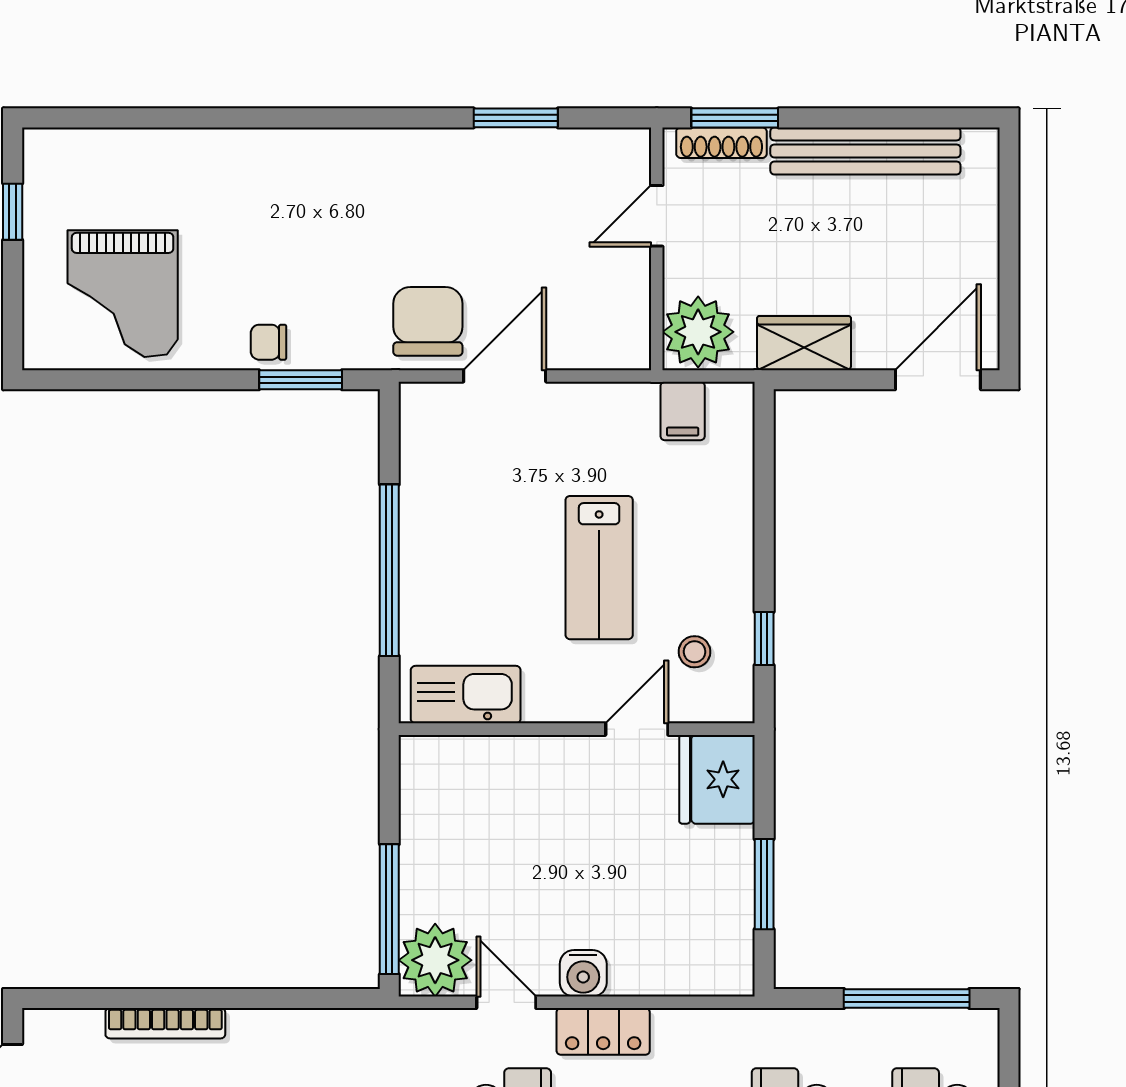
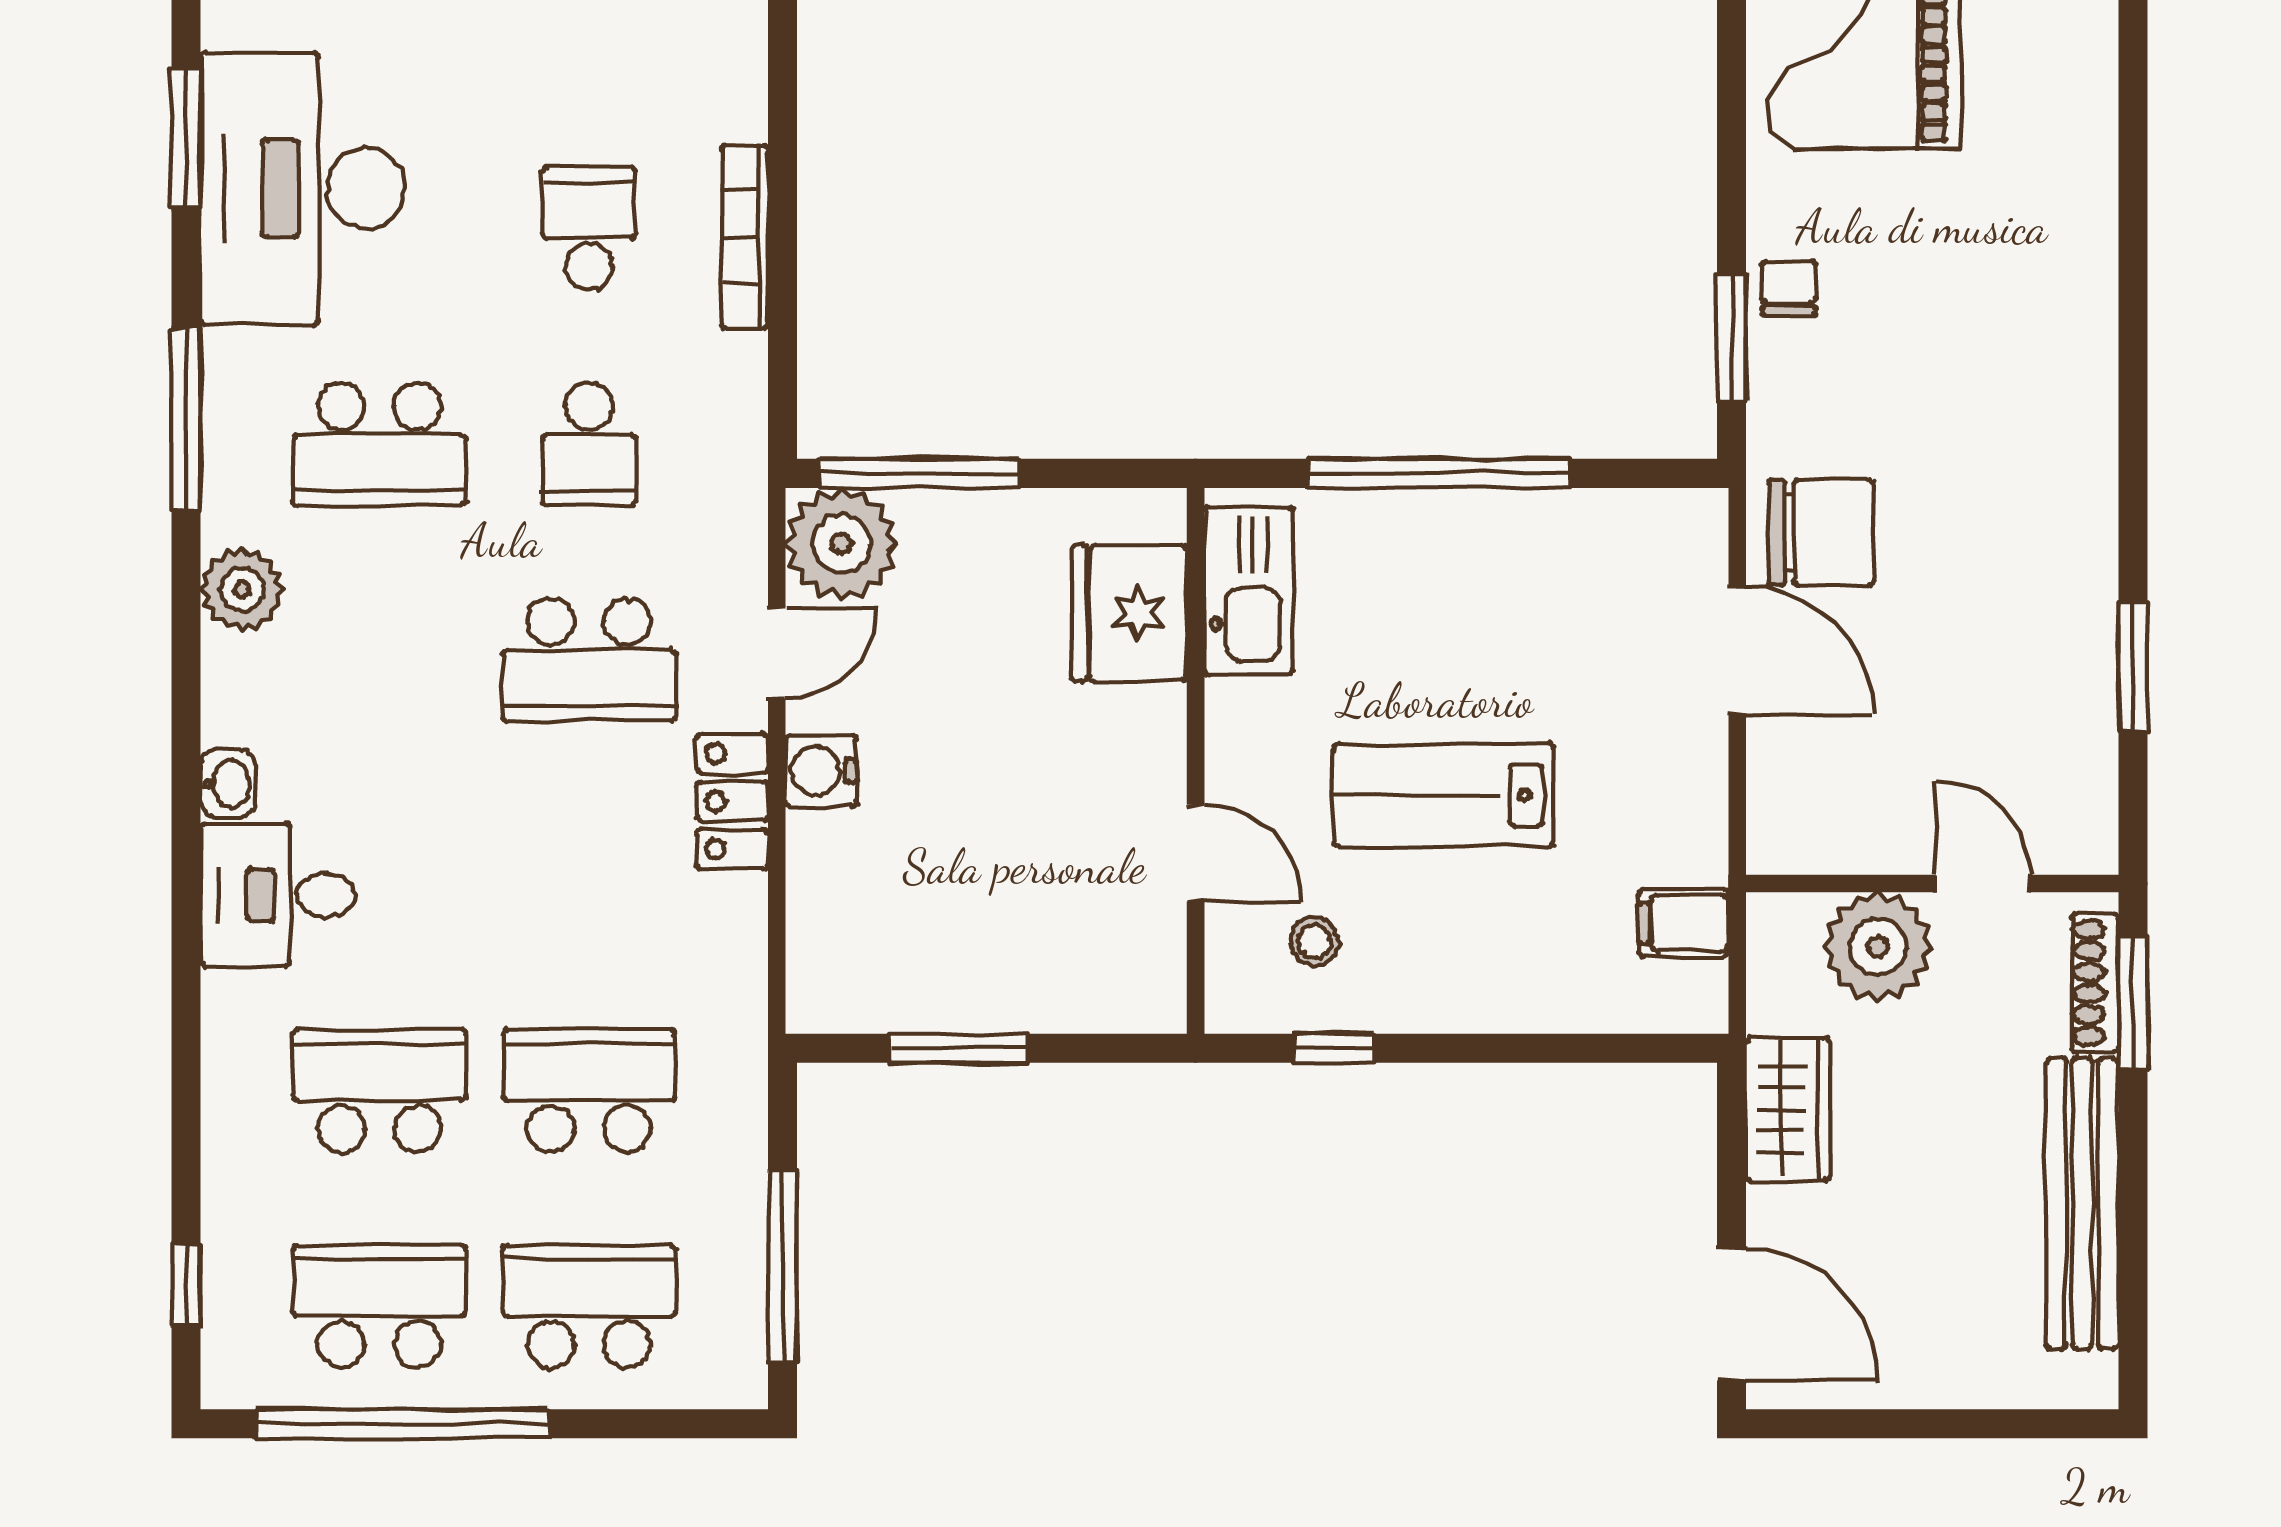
plant: (698, 332) -> (1878, 947), moved
fridge: (717, 779) -> (1129, 613), moved, turned -90
bookcase: (165, 1023) -> (745, 237), moved

